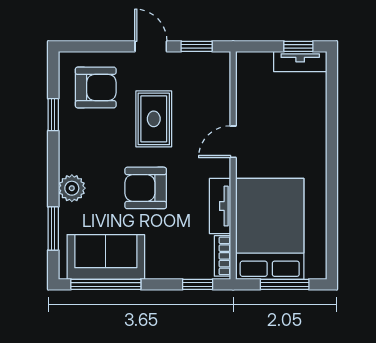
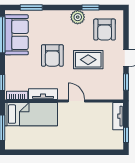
tv unit: (300, 62) -> (118, 116), moved
plant: (72, 188) -> (78, 17), moved
armchair: (146, 188) -> (52, 56), turned 180
bed: (270, 229) -> (31, 114), width x0.67

